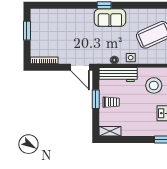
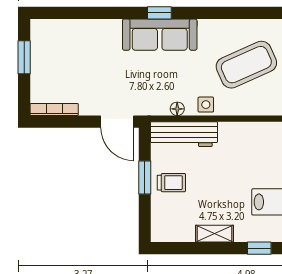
sofa: (110, 18) -> (160, 35), width x1.36
stool: (154, 85) -> (246, 153), removed
shelving: (110, 131) -> (215, 234), moved

